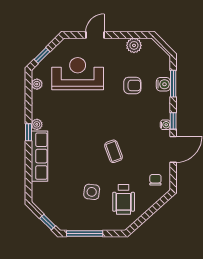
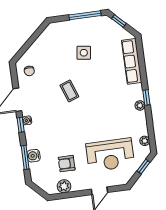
armchair: (132, 85) -> (67, 164), moved
row of seats: (39, 156) -> (132, 61), moved
wheelchair: (124, 199) -> (55, 50), removed

